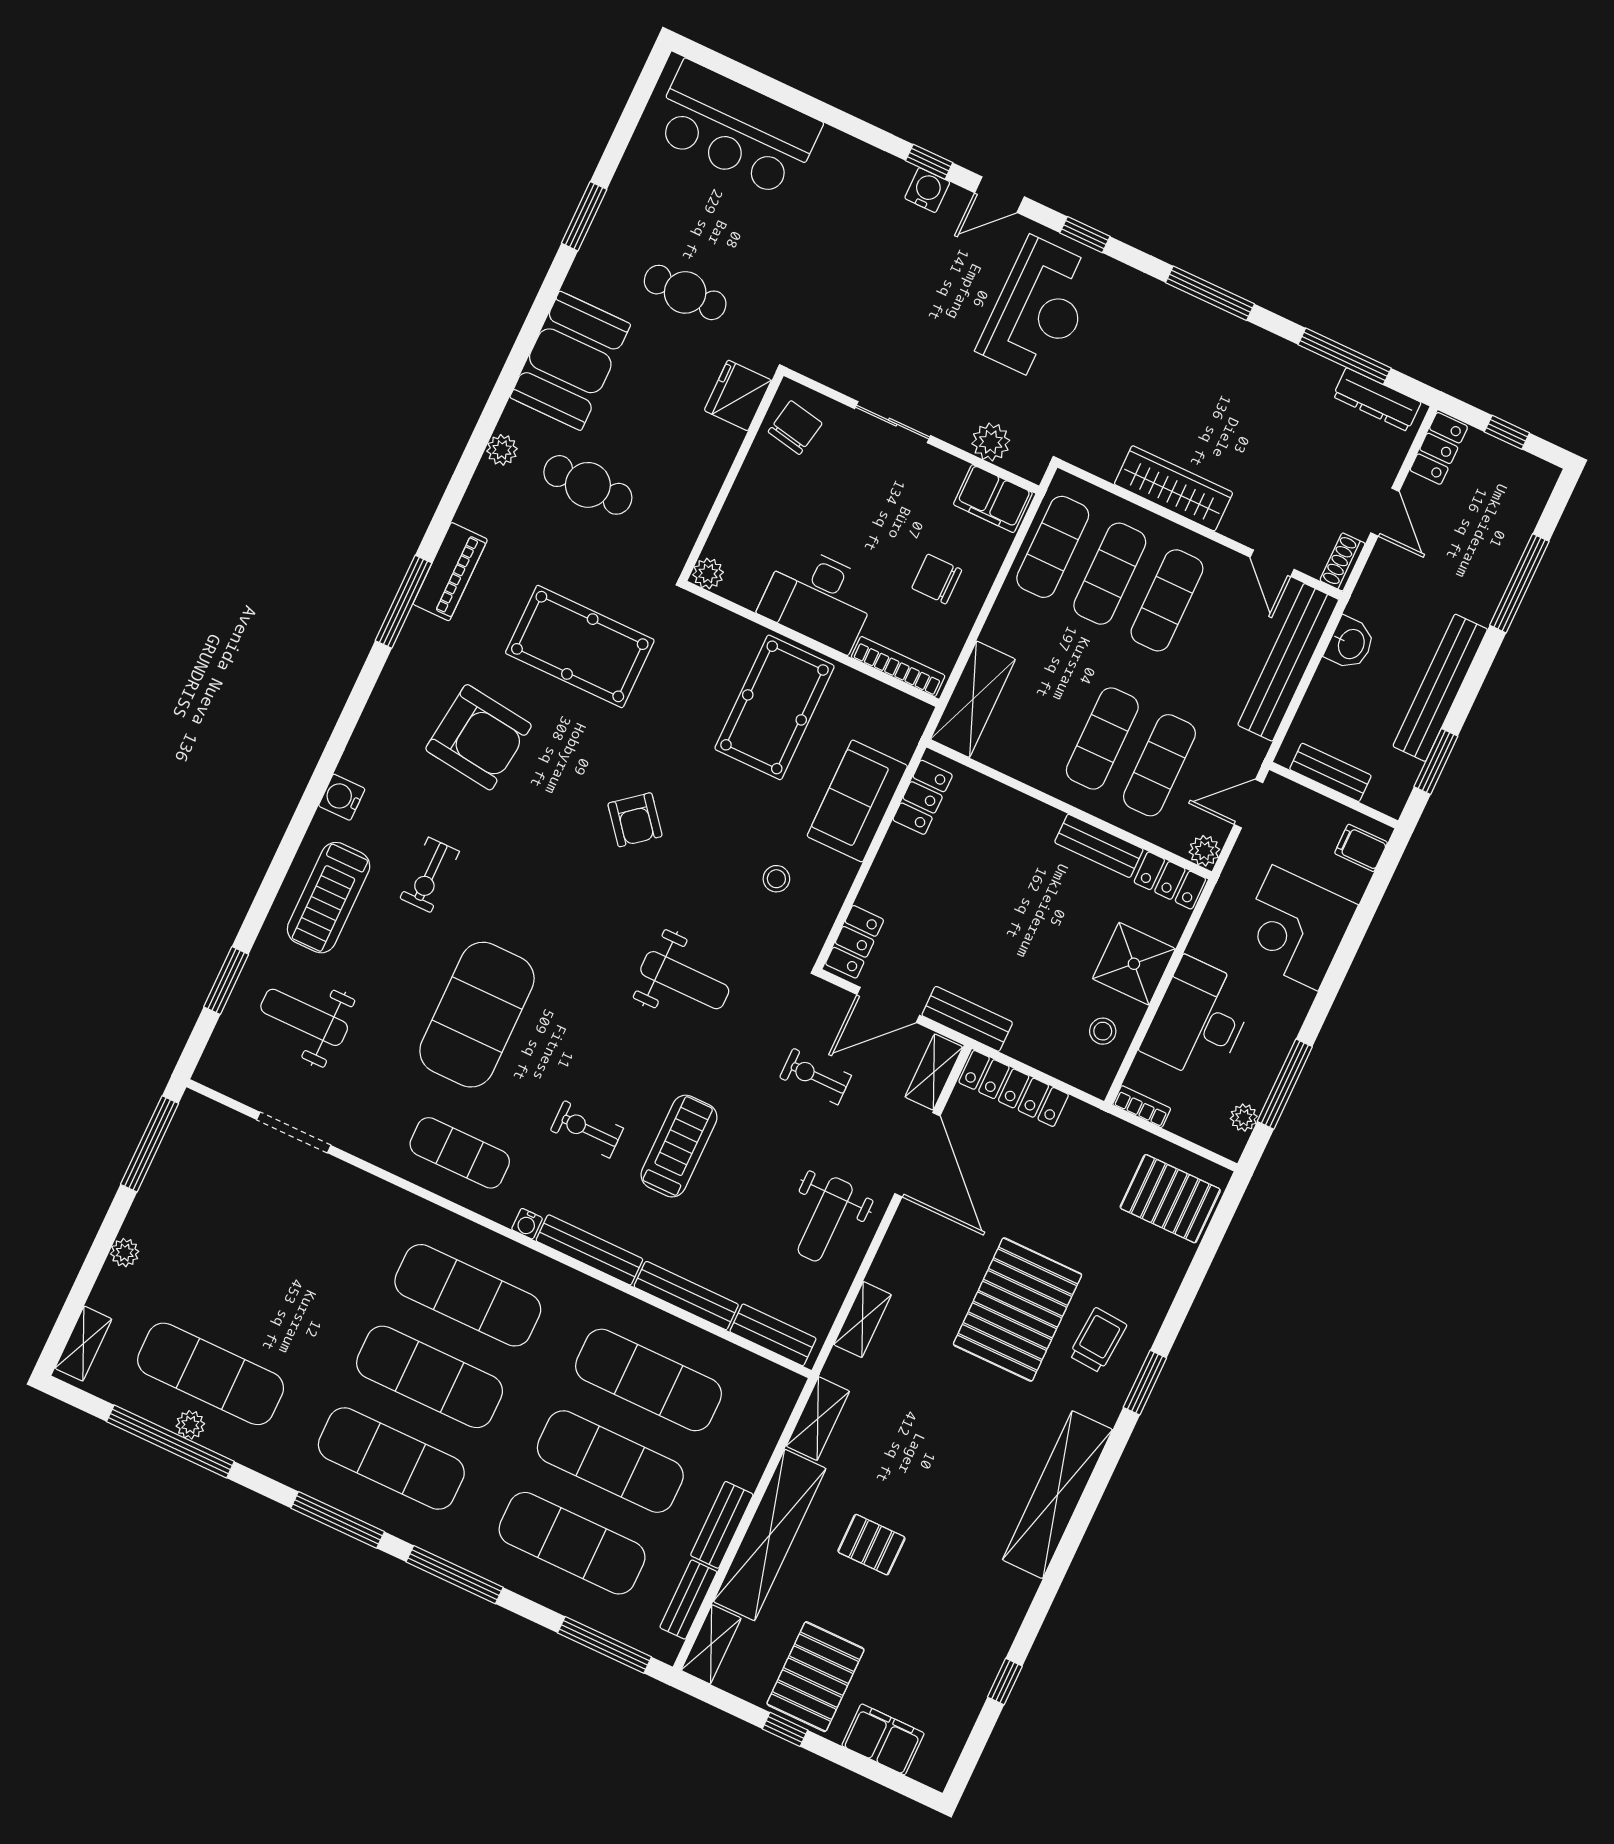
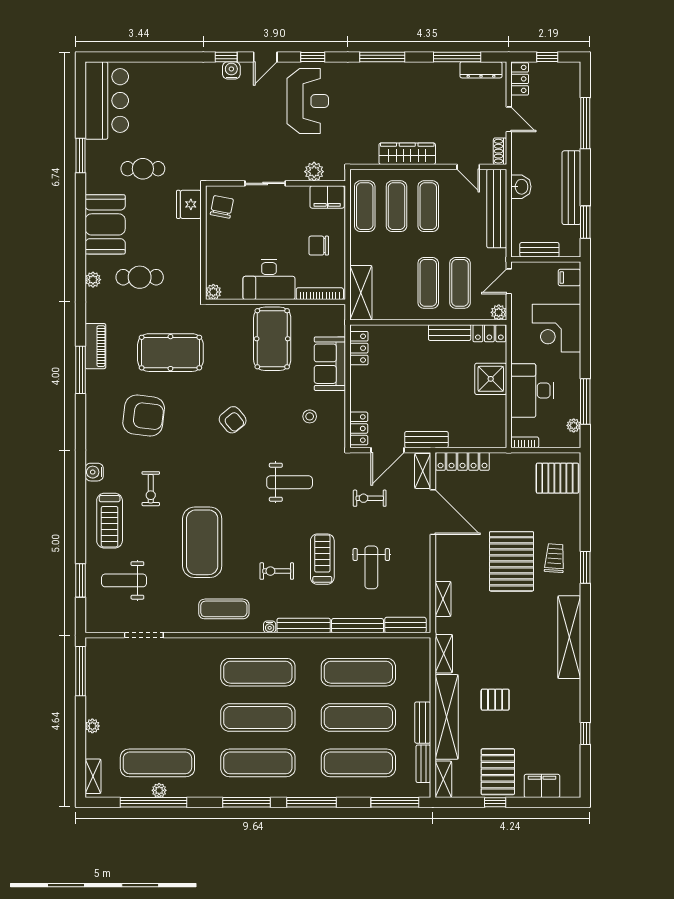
bar counter: (736, 129) -> (107, 101), moved, turned -90
stool: (1103, 1031) -> (491, 416), removed
weight bench: (825, 1219) -> (371, 567), moved

